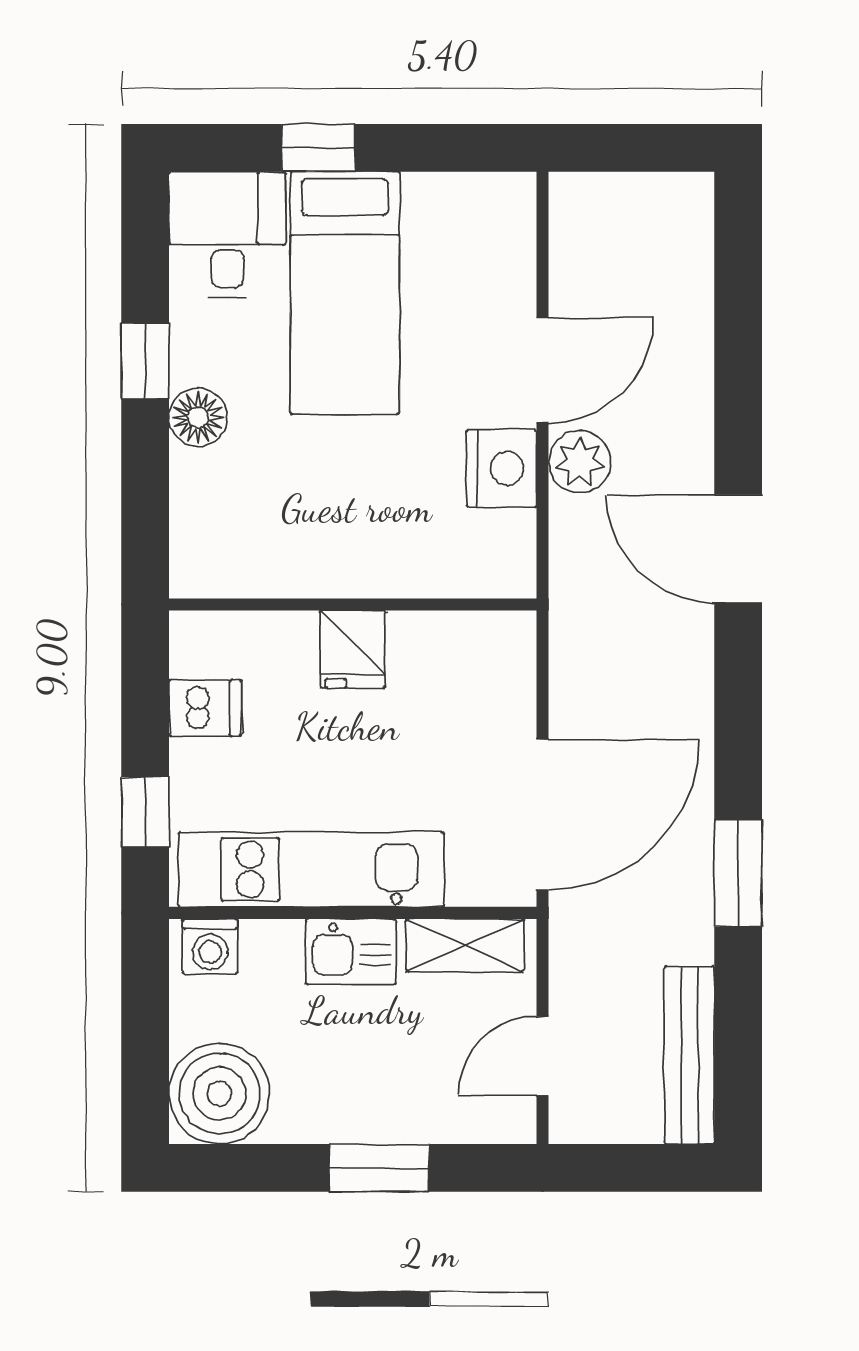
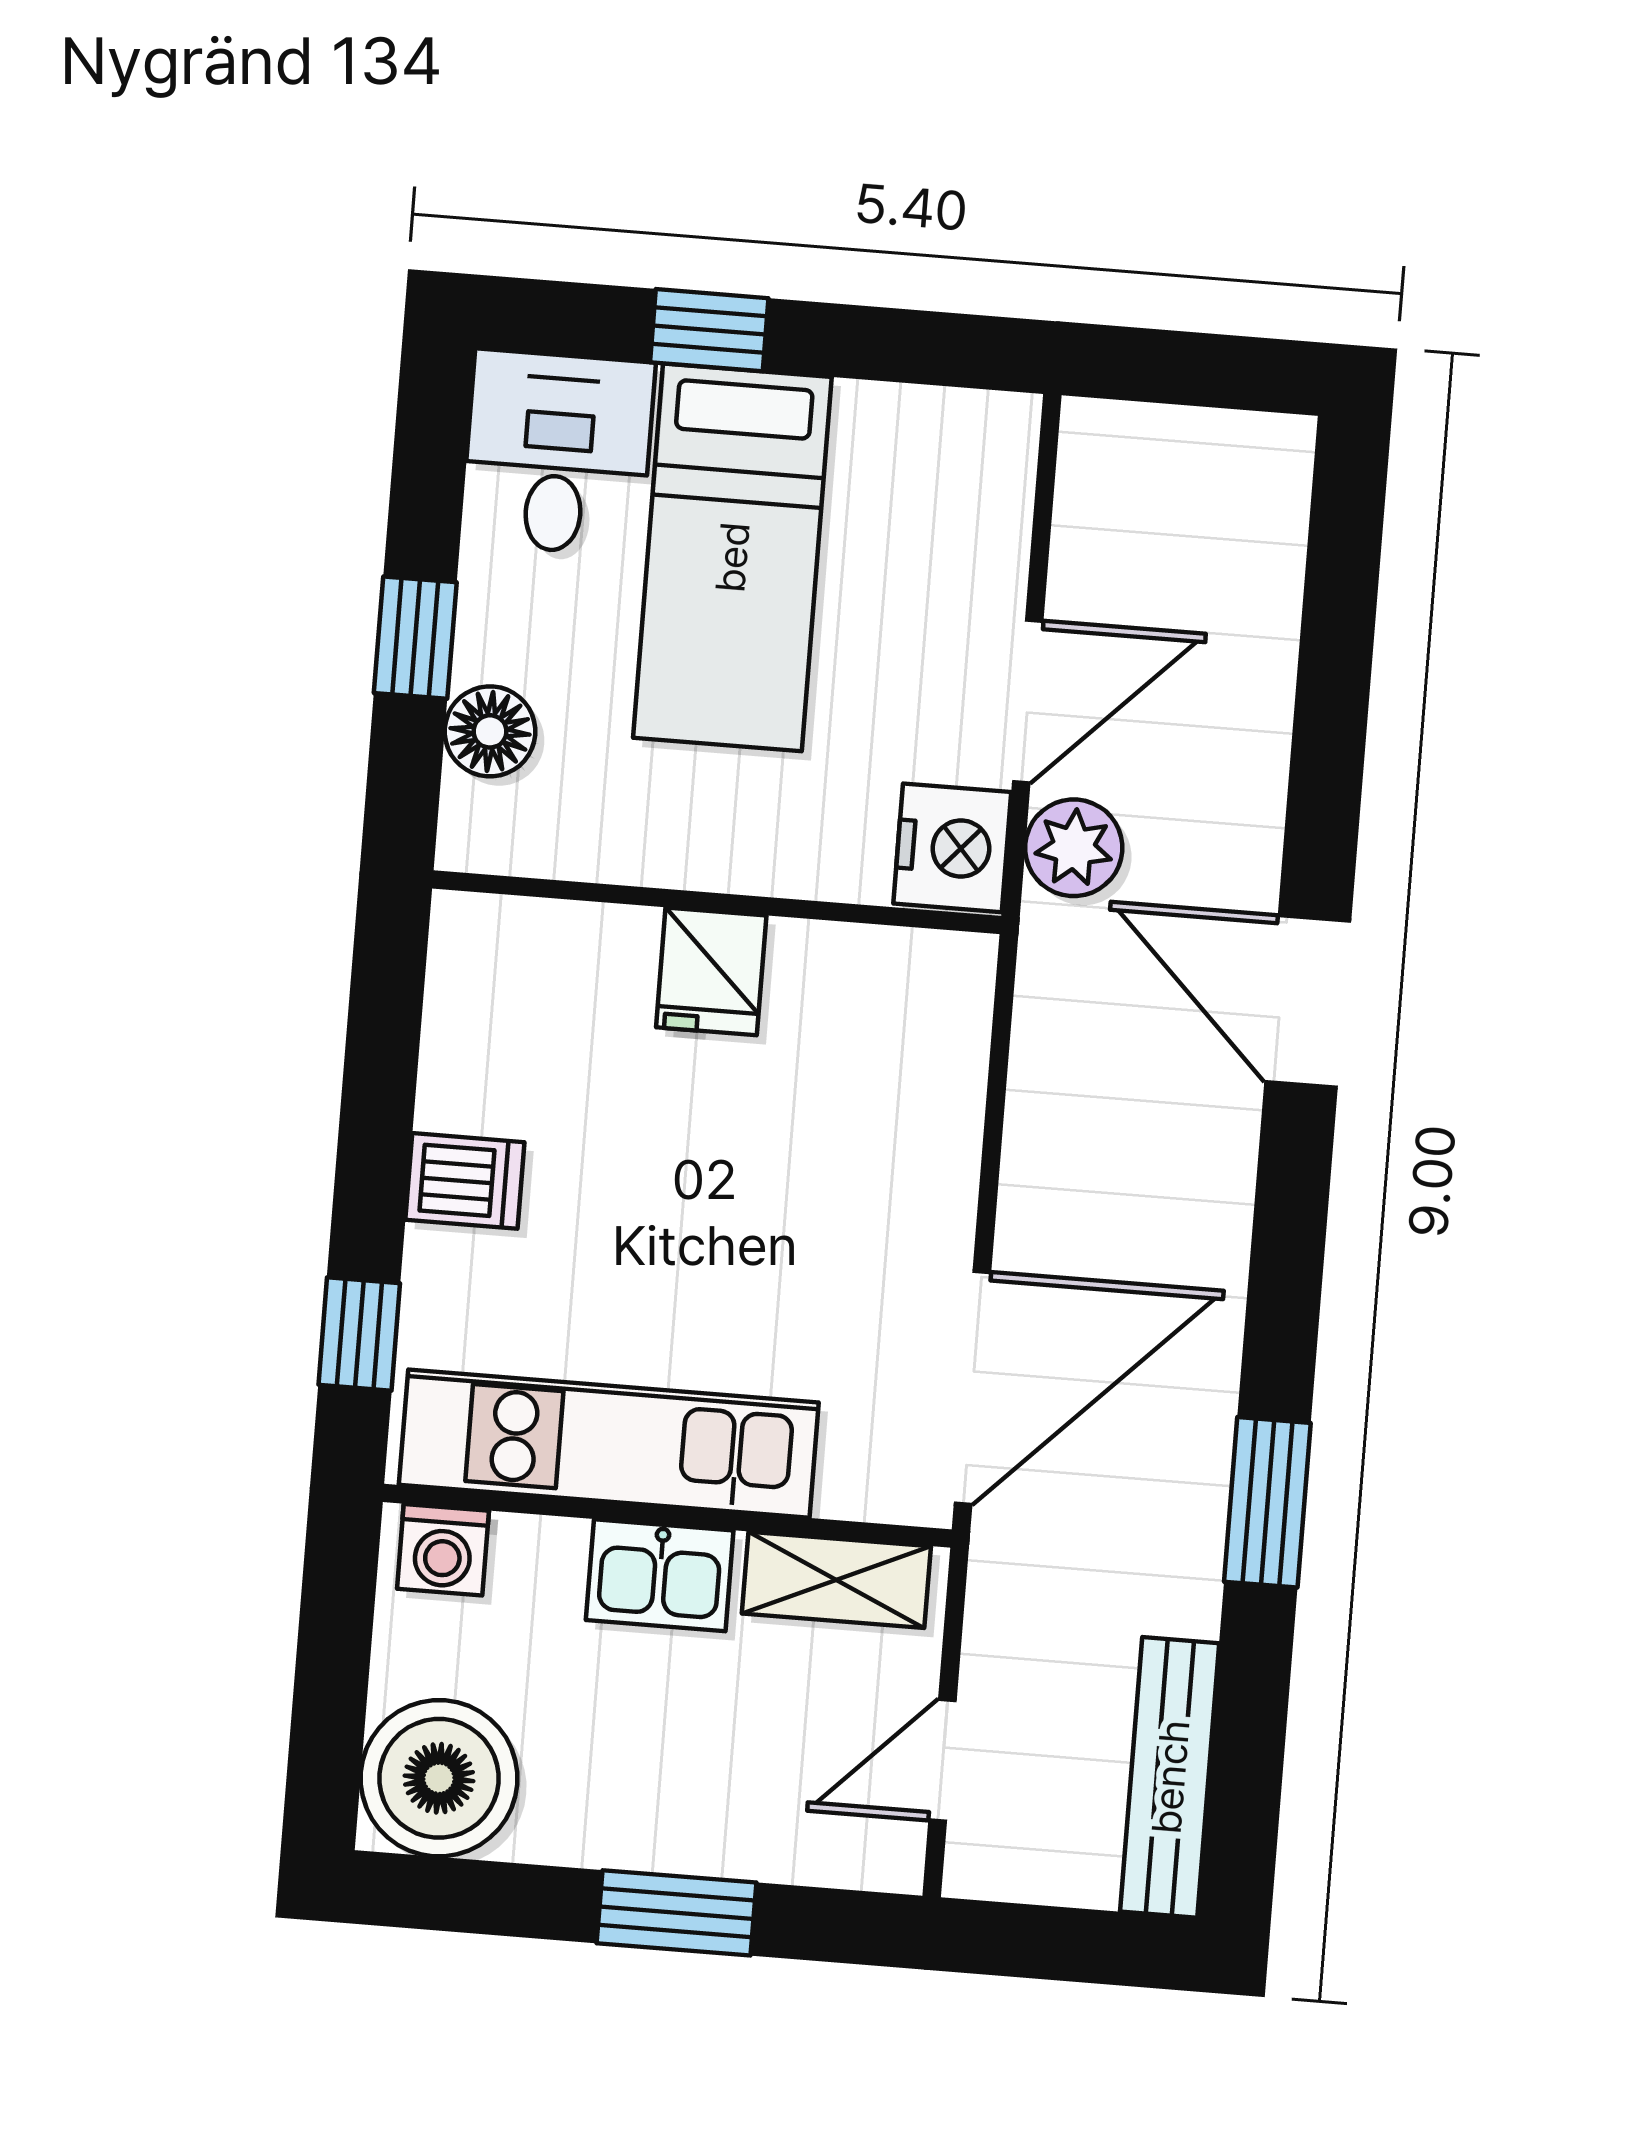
wall: (353, 604) -> (717, 902), moved
fridge: (353, 649) -> (711, 971), moved

